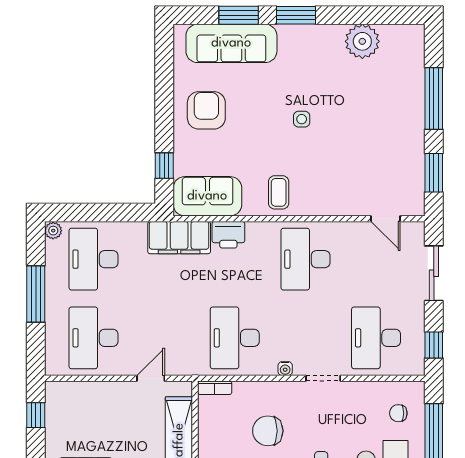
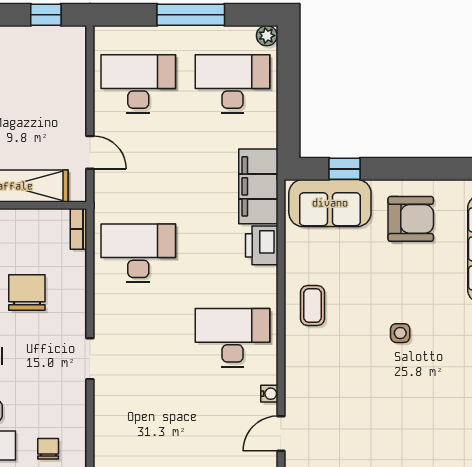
coffee table: (279, 192) -> (313, 305), turned 90
sofa: (207, 196) -> (330, 203), moved, turned 90
desk: (376, 338) -> (138, 422), removed
water cooler: (285, 369) -> (269, 394), moved, turned 180

